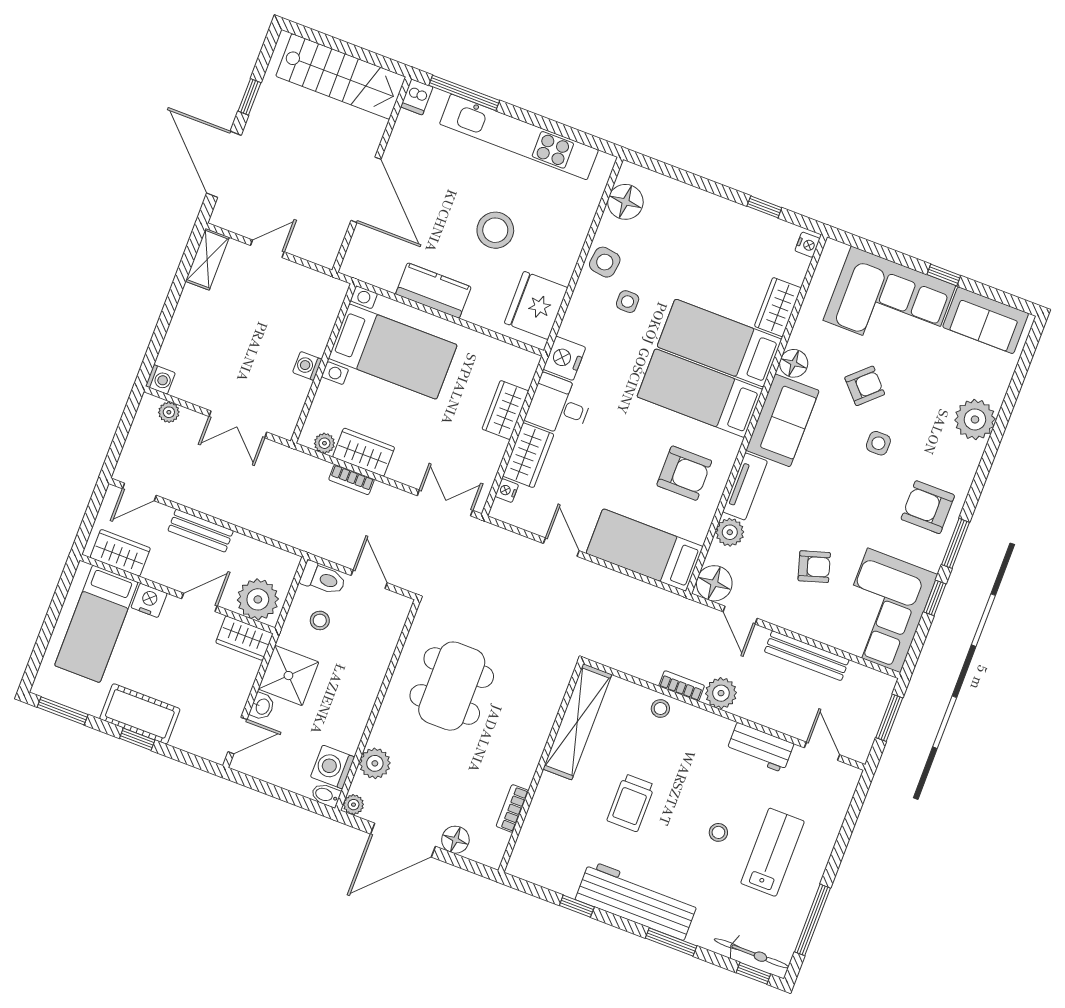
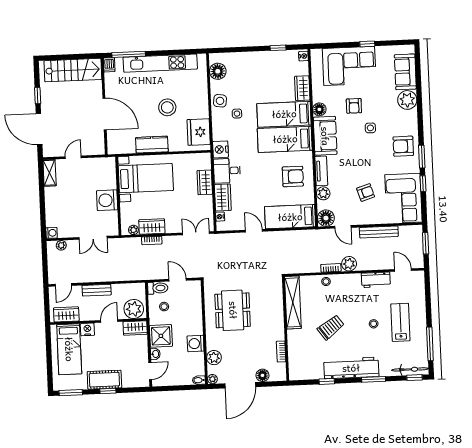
sofa: (986, 320) -> (405, 72), moved, turned 90
washing machine: (307, 366) -> (107, 200), width x1.89, depth x1.89
armchair: (865, 386) -> (354, 106), turned 133
washing machine: (333, 767) -> (196, 344), moved
trolley: (631, 803) -> (331, 327), turned -126

